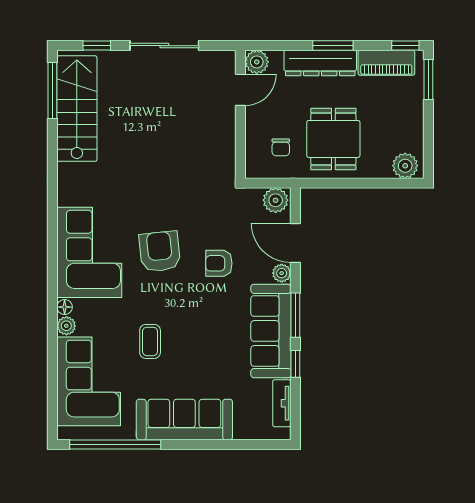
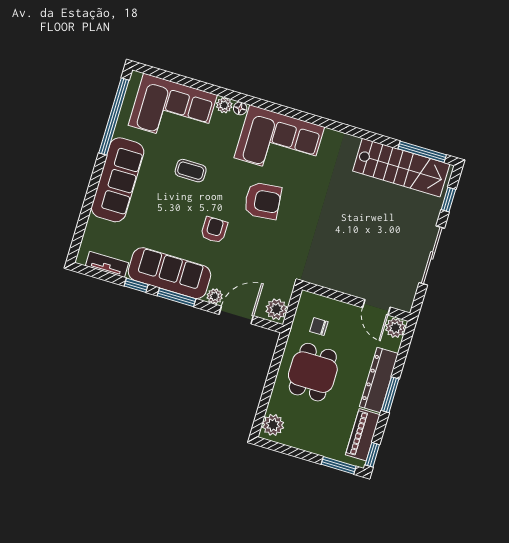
dining table: (333, 139) -> (313, 372), turned 90
armchair: (219, 263) -> (214, 230), moved

